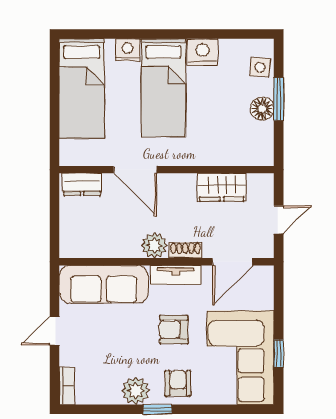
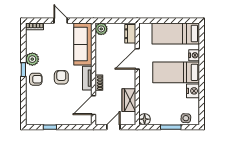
floor lamp: (262, 109) -> (145, 119), moved
door: (279, 220) -> (113, 127), swing flipped
plant: (154, 245) -> (101, 29), moved
door: (232, 262) -> (93, 105), hinge flipped
corner sofa: (240, 358) -> (48, 109), removed

